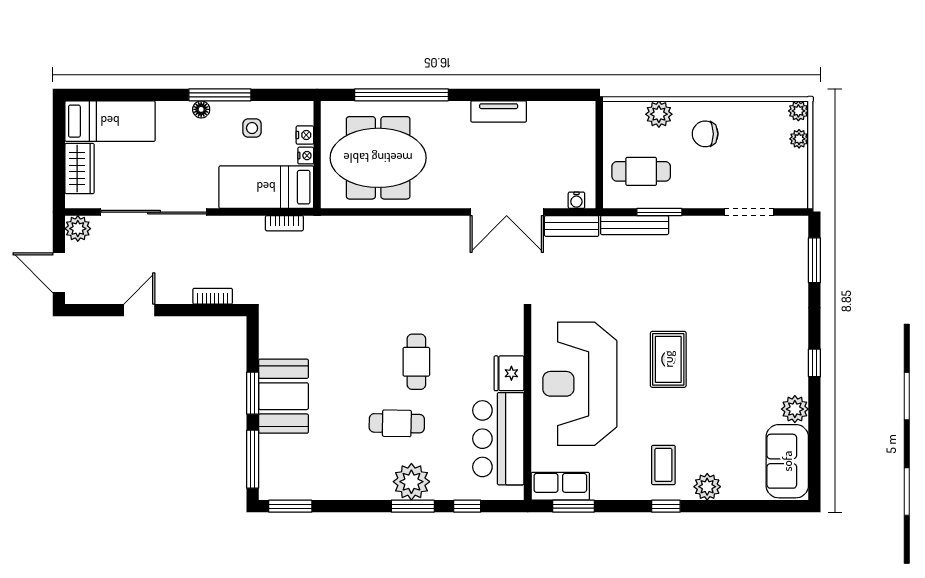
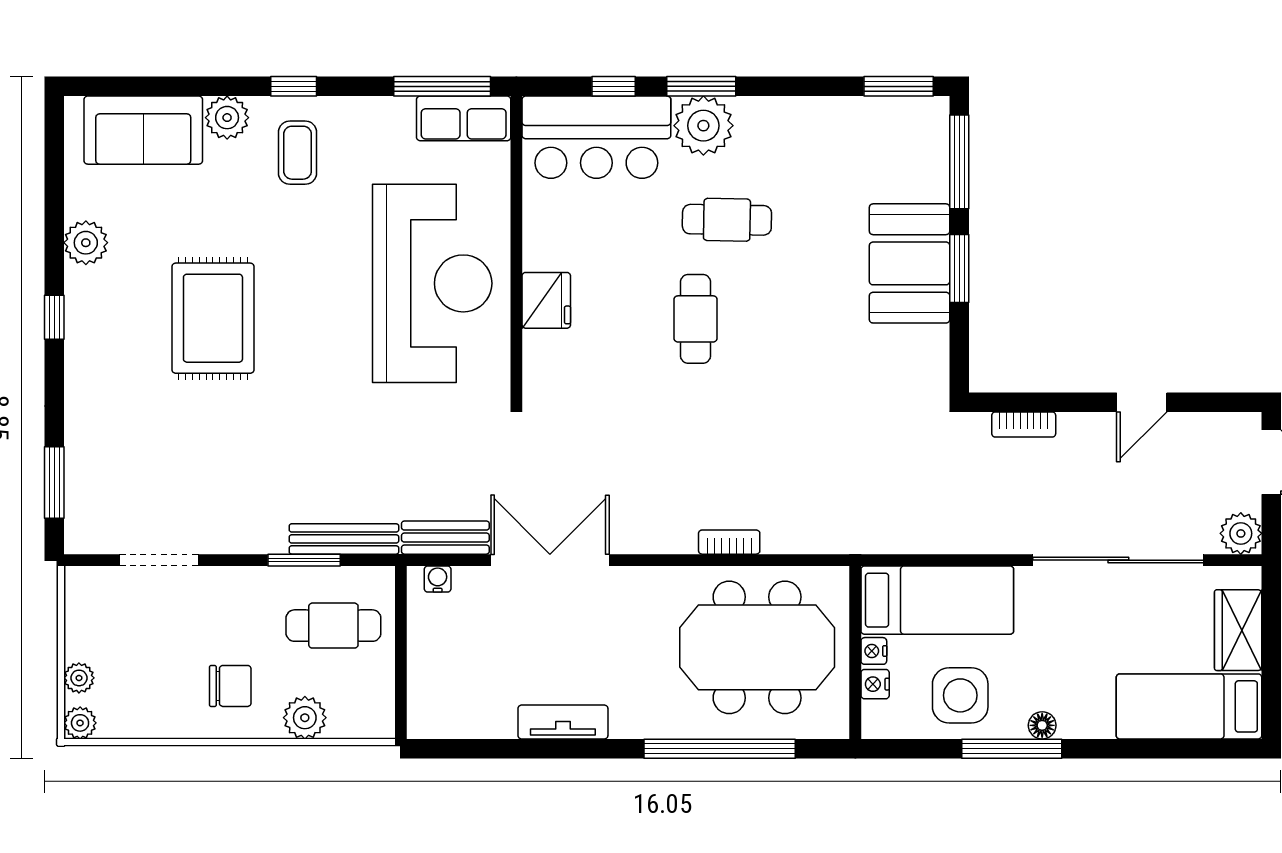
side table: (252, 128) -> (960, 695), width x1.87, depth x1.87
bookcase: (284, 223) -> (729, 542), moved
rug: (668, 359) -> (213, 318), moved, width x1.36, depth x1.43
bar counter: (498, 439) -> (596, 137), moved, turned 90
sofa: (787, 461) -> (143, 130), moved, turned 90
window: (574, 506) -> (442, 86), width x1.44

